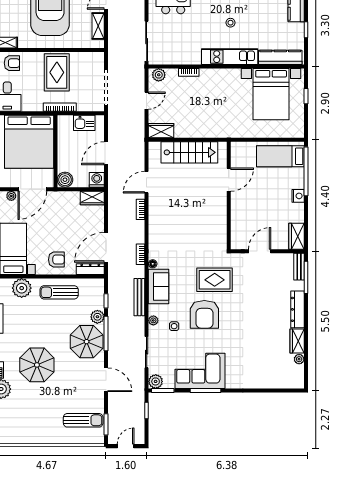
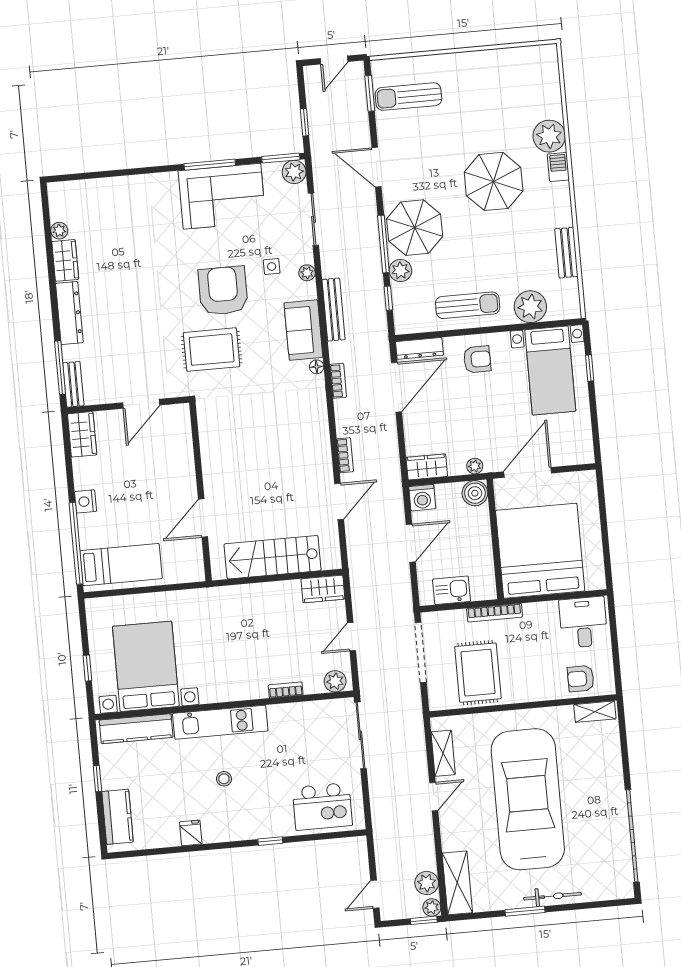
rug: (57, 72) -> (478, 673), moved
plant: (11, 196) -> (475, 466), moved
armchair: (56, 260) -> (477, 359), turned 180

